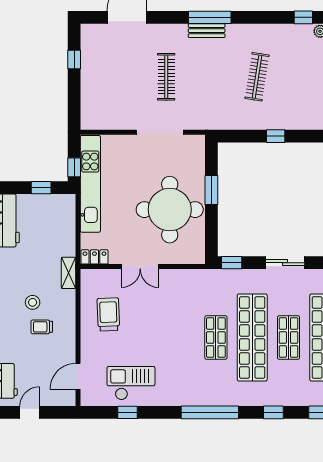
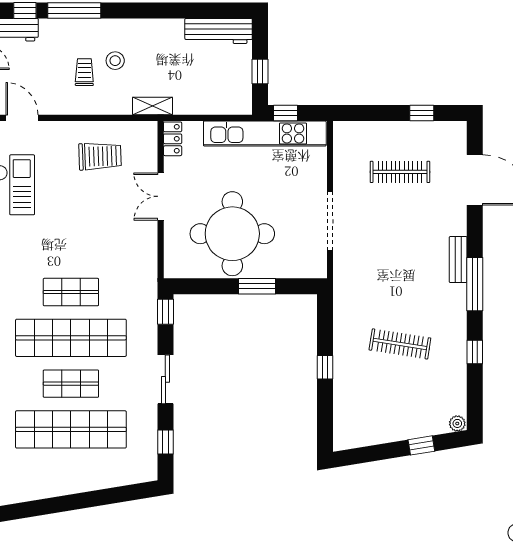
window: (303, 17) -> (475, 352), moved
bench: (207, 31) -> (458, 260), moved
clothes rail: (166, 77) -> (400, 172), moved

